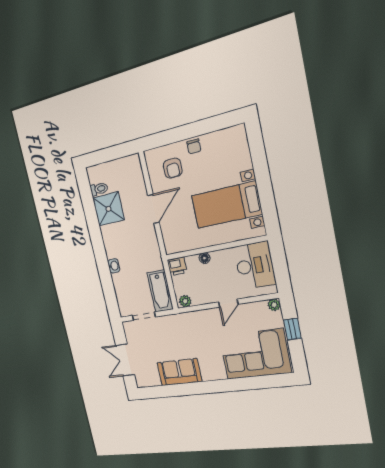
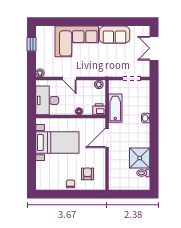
door: (153, 209) -> (107, 138), moved
bathtub: (160, 291) -> (115, 108), moved
door: (228, 303) -> (69, 79), swing flipped
window: (292, 329) -> (31, 44), moved
corner sofa: (255, 354) -> (77, 41), moved
double door: (125, 360) -> (154, 48), swing flipped

